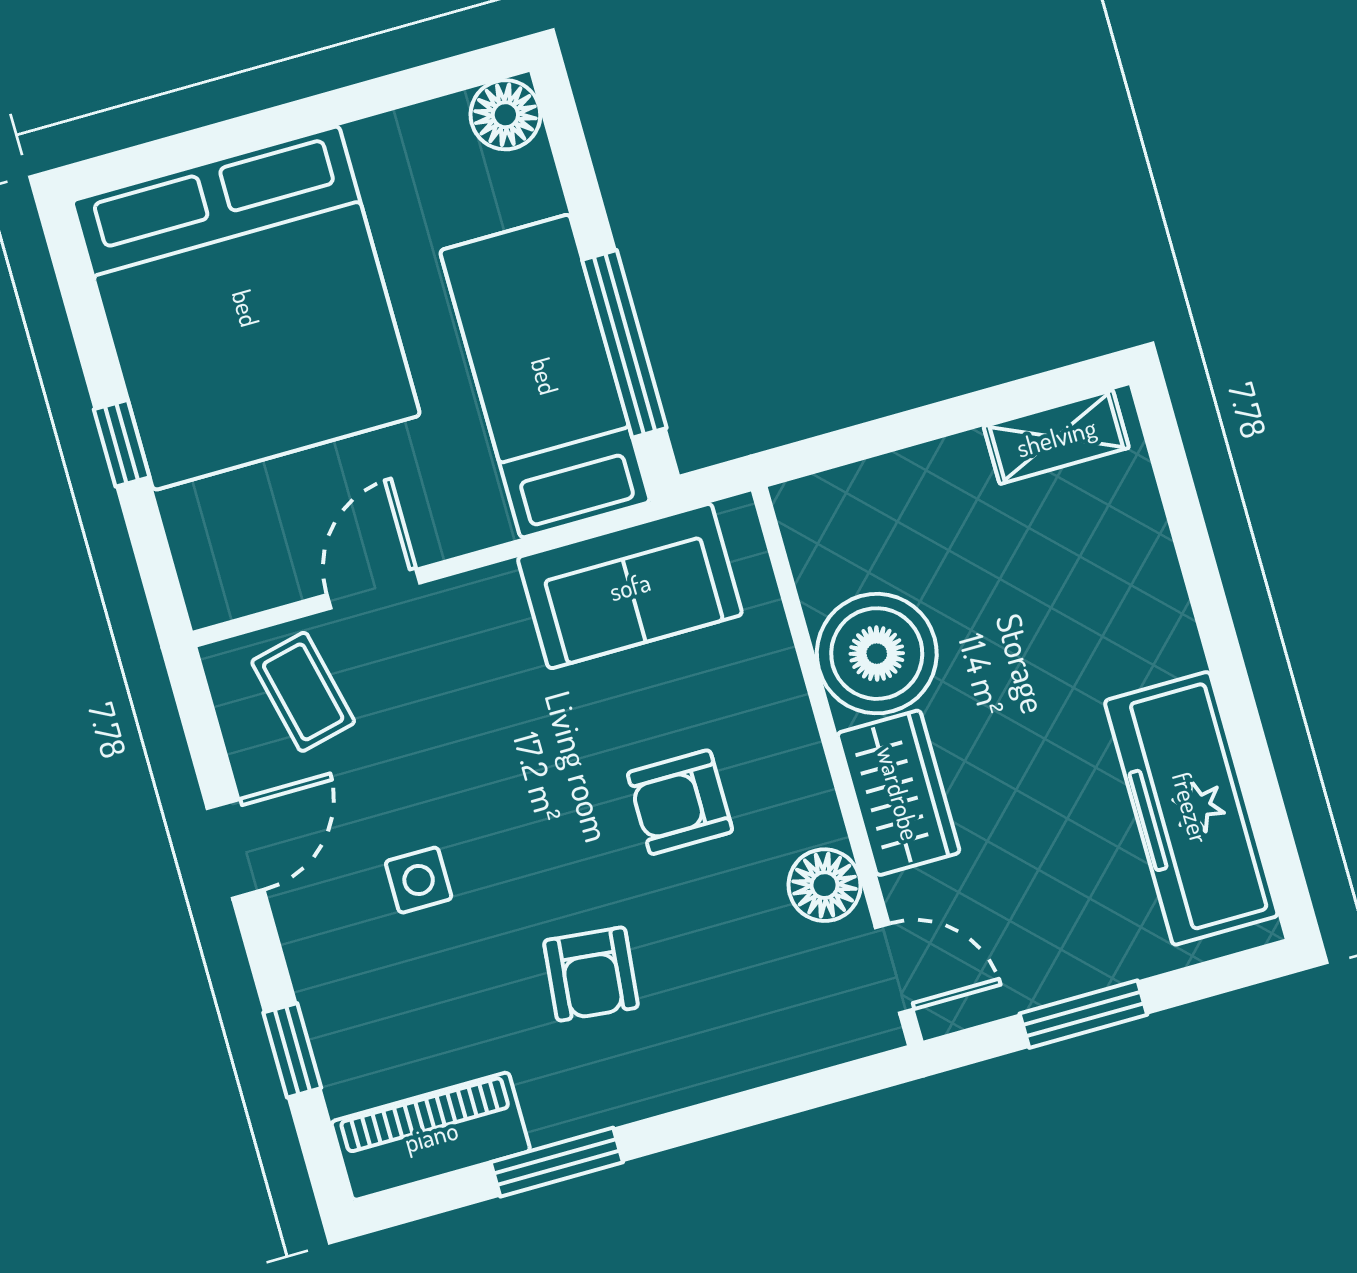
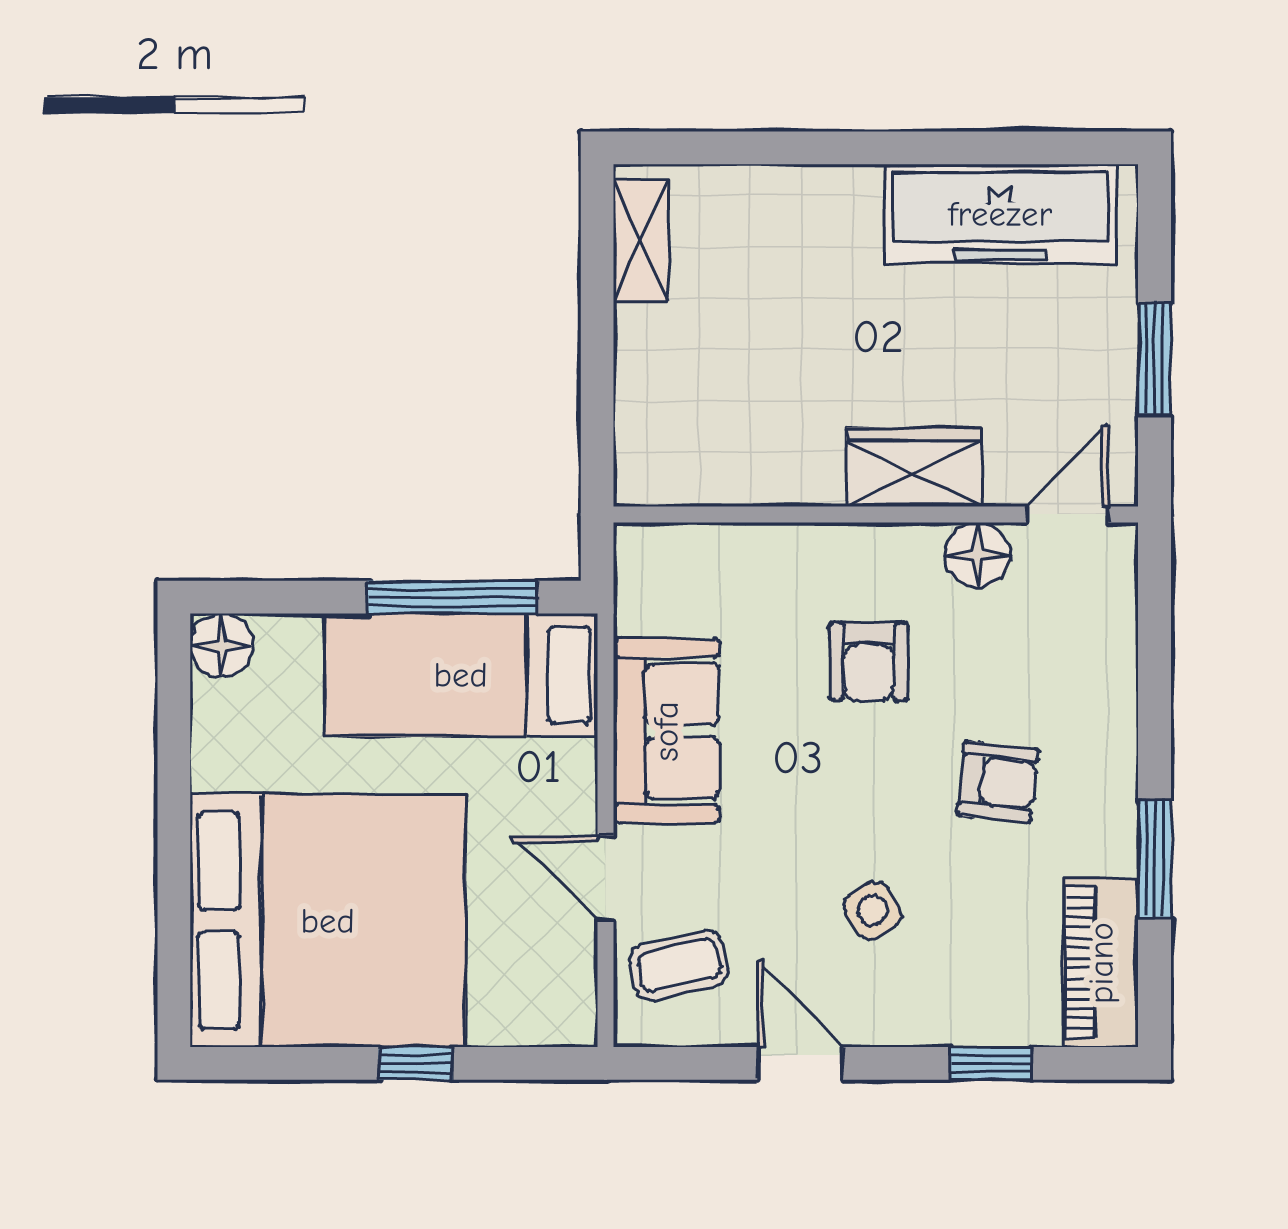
sofa: (630, 586) -> (666, 731), moved
boiler: (877, 654) -> (787, 452), removed
side table: (419, 880) -> (873, 910), turned -32

